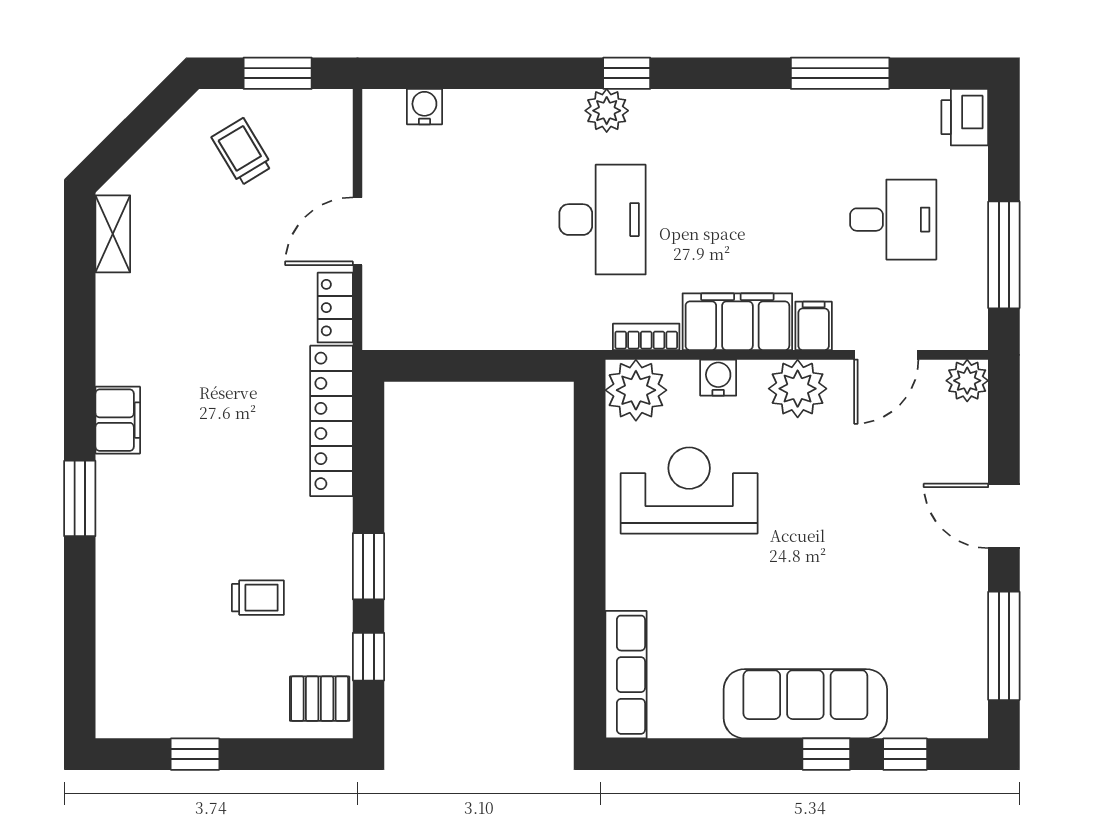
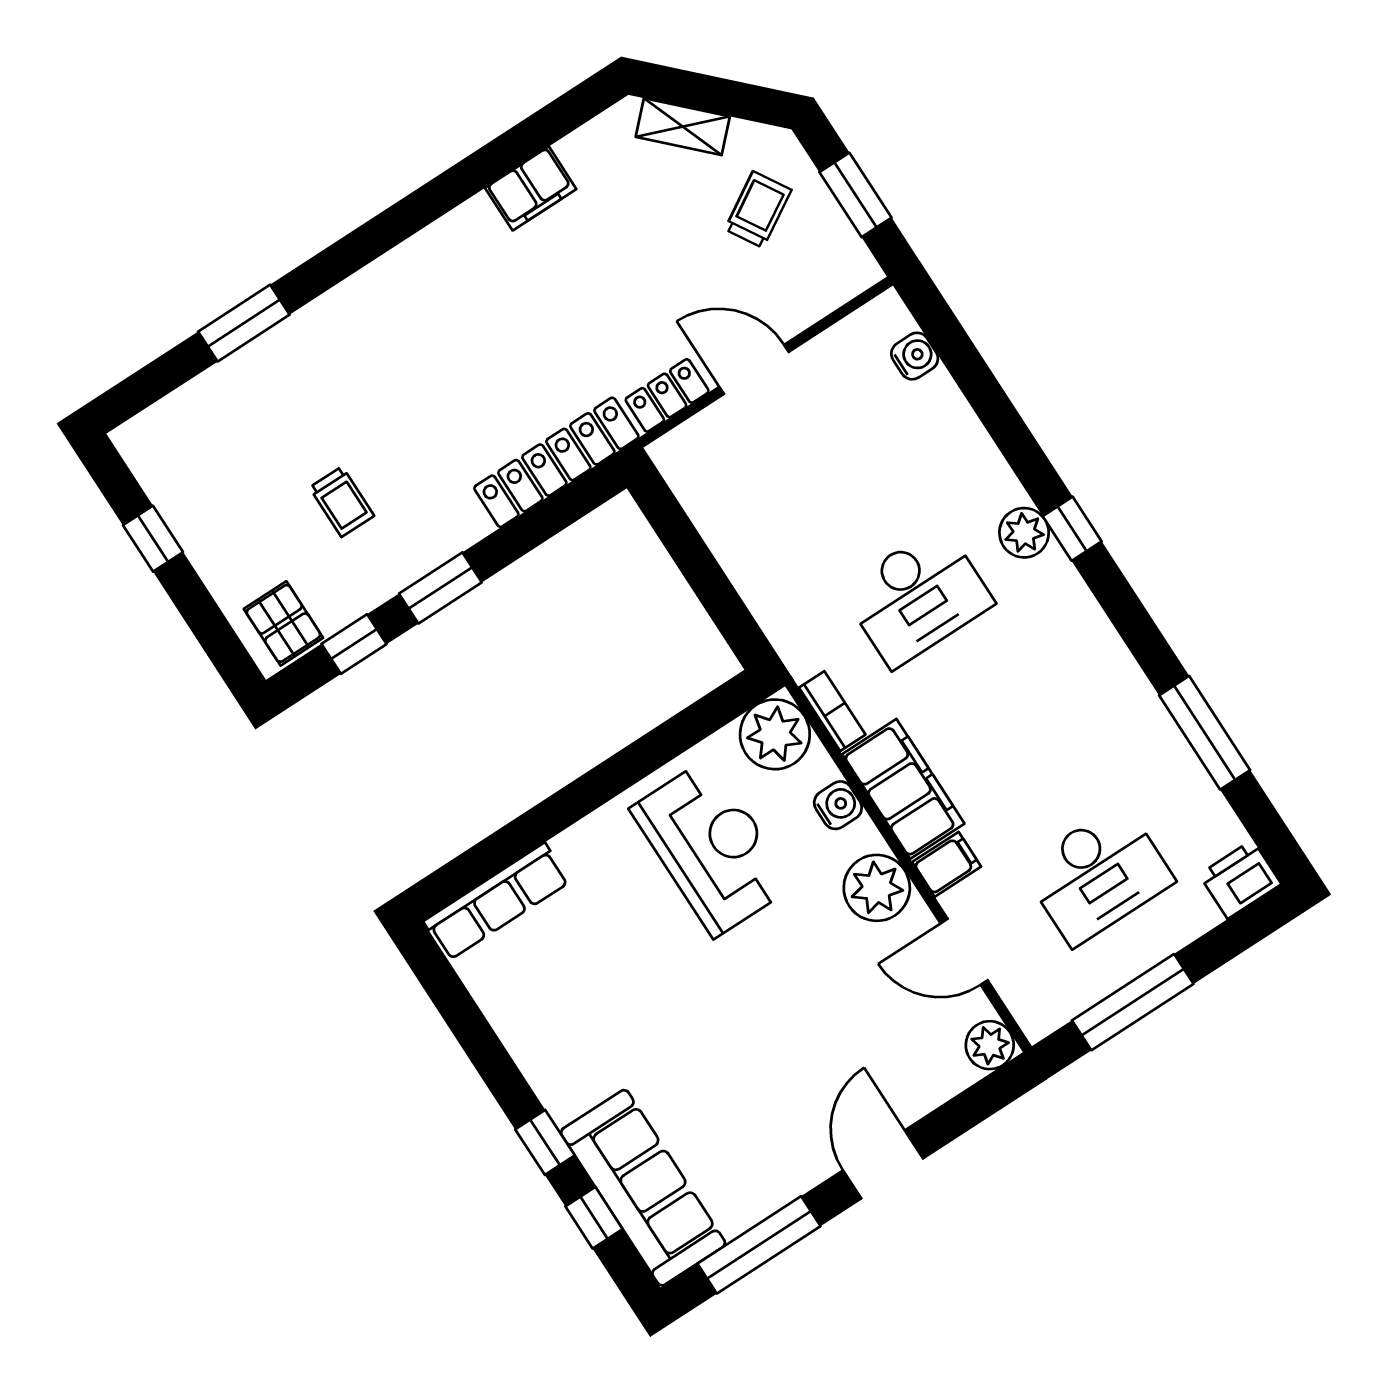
desk: (893, 220) -> (1098, 874), width x1.37
shelving: (113, 234) -> (683, 127), moved, turned 45
filing cabinet: (118, 420) -> (531, 188), moved
window: (80, 498) -> (244, 323), moved
sofa: (805, 704) -> (643, 1188), moved

